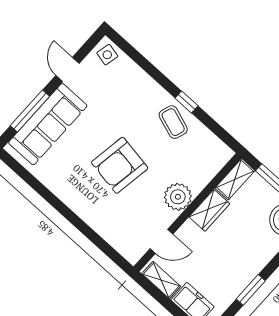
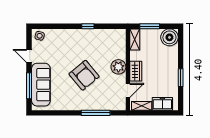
coffee table: (173, 122) -> (90, 39), removed
armchair: (120, 165) -> (84, 75), turned -49
wardrobe: (209, 210) -> (136, 71), moved
window: (88, 232) -> (96, 113), added

